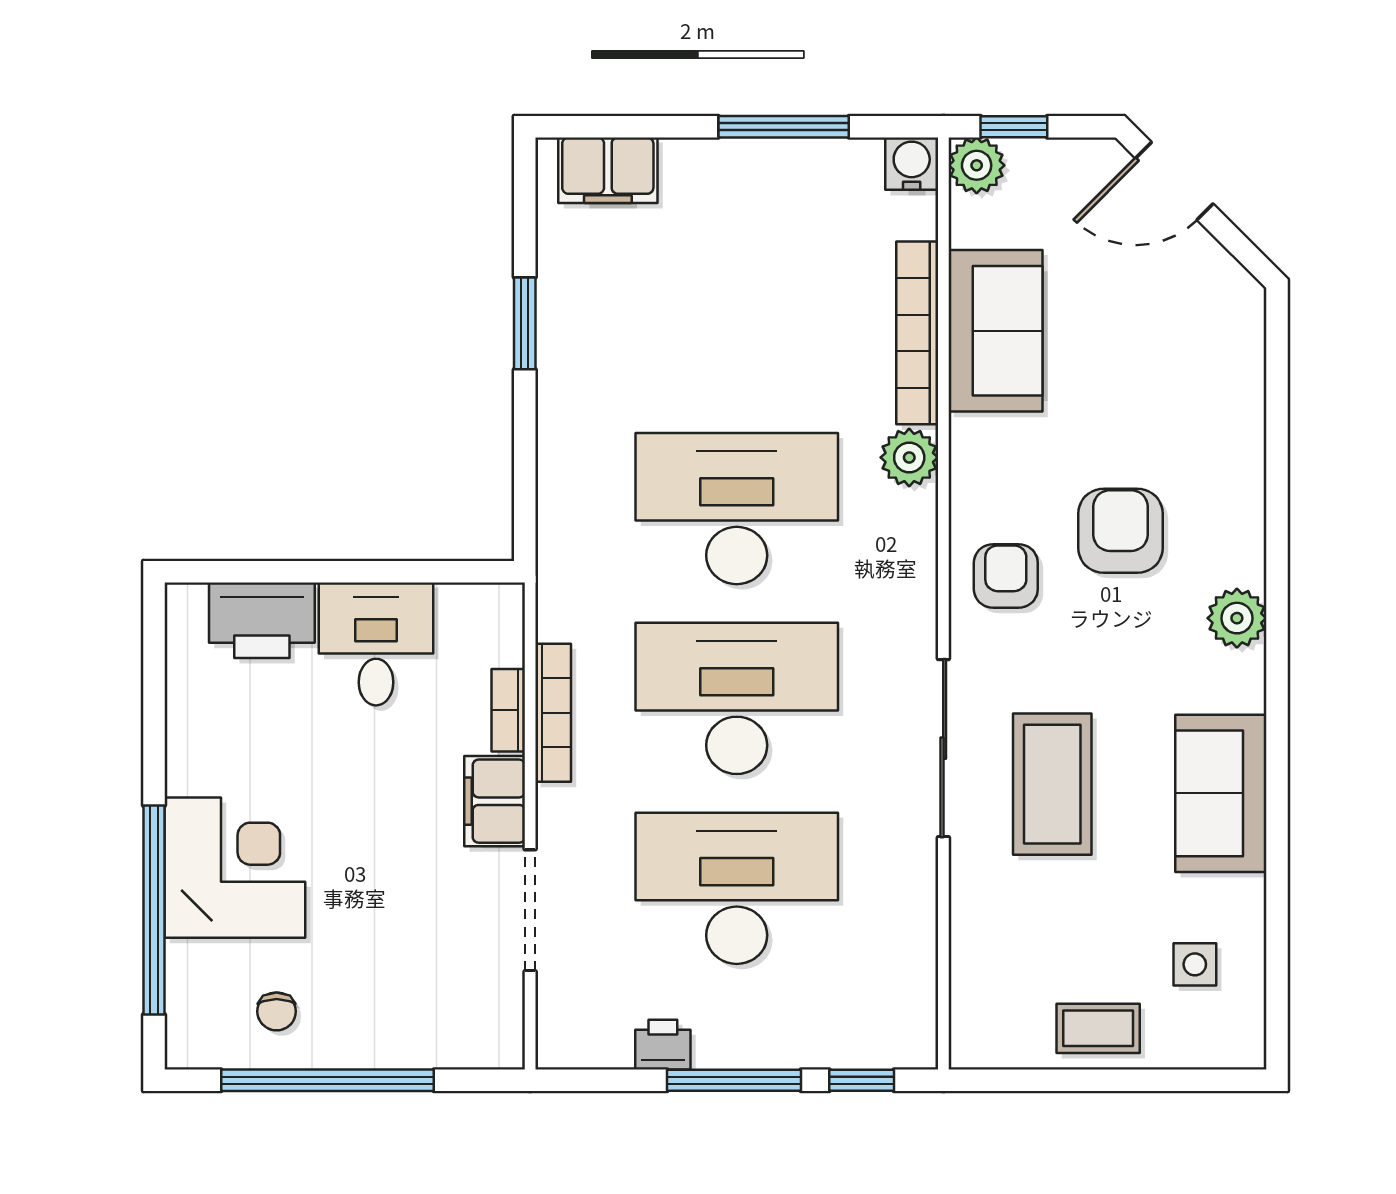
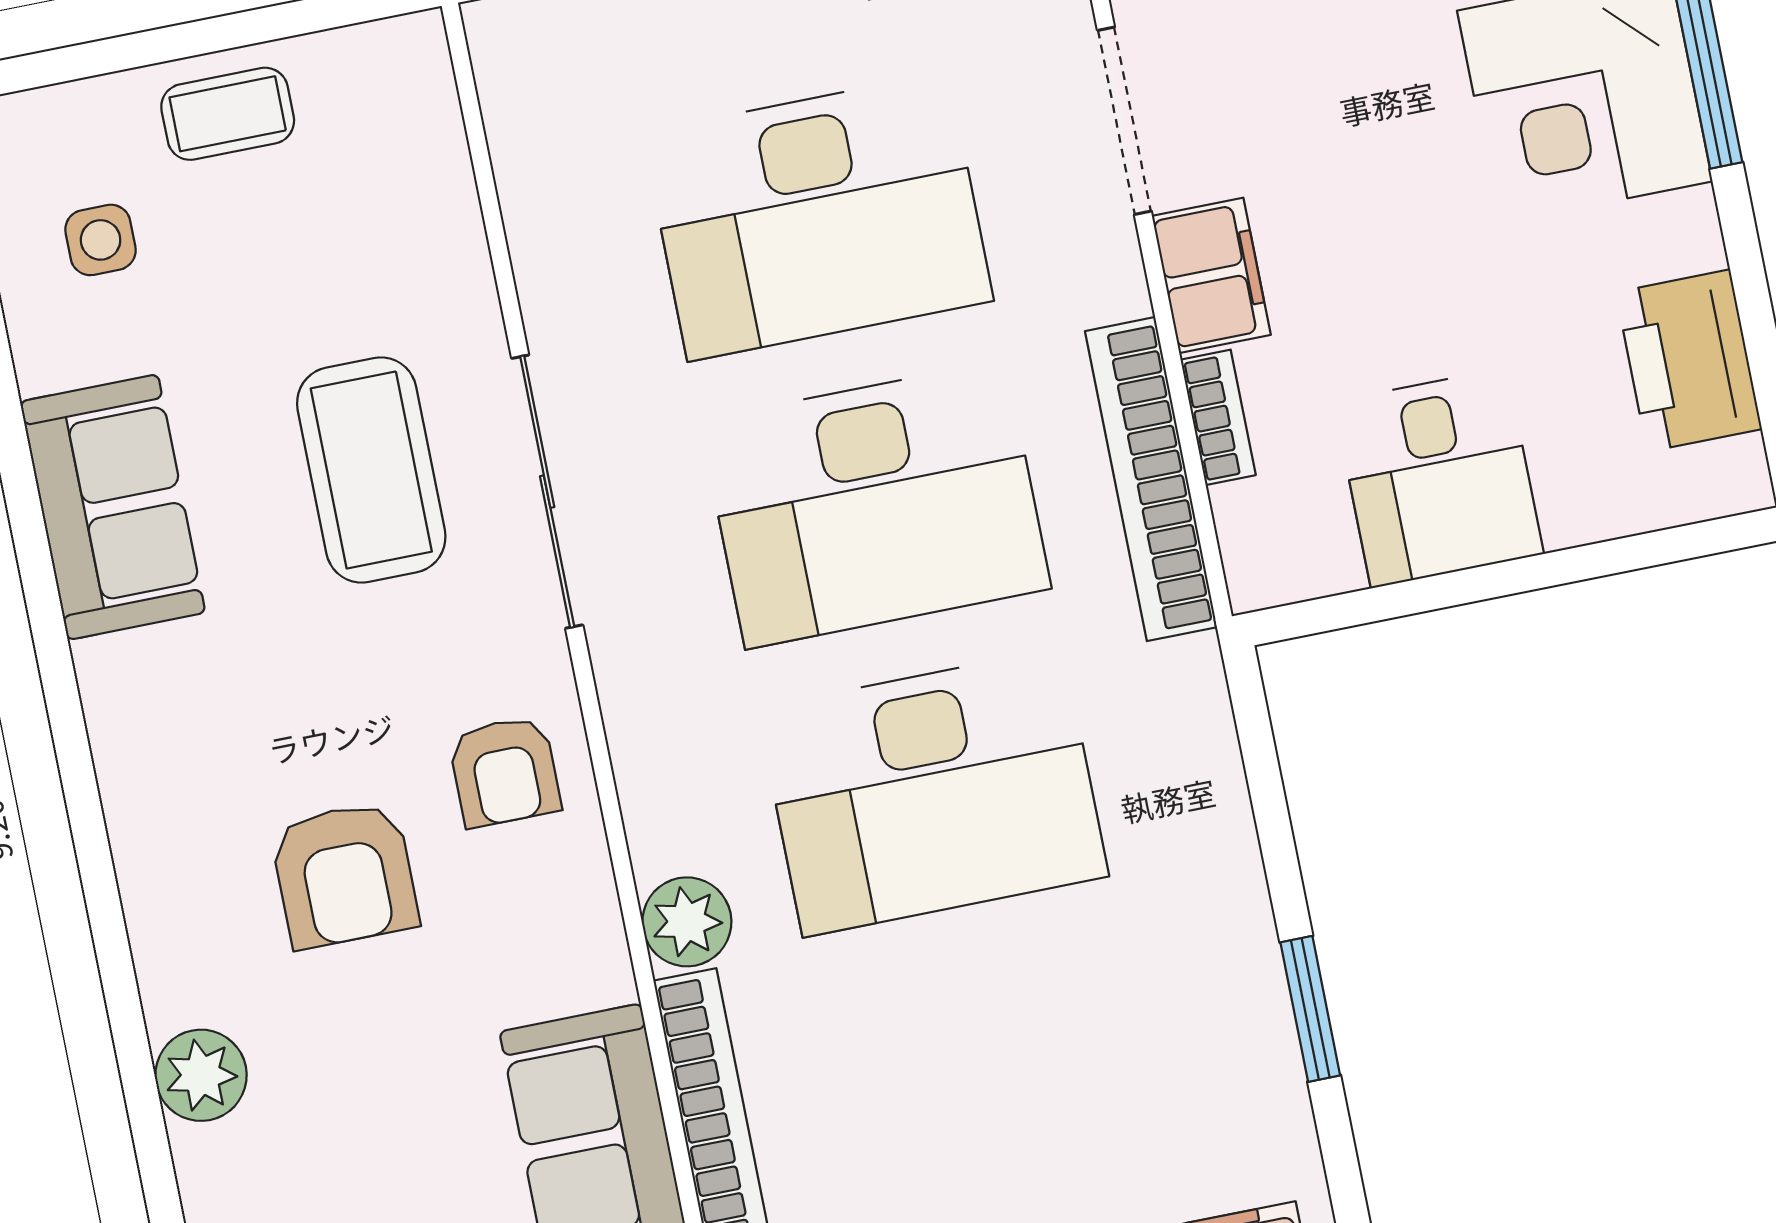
plant: (1237, 618) -> (201, 1075), moved
printer: (262, 620) -> (1689, 361), moved, turned -90
bookcase: (553, 713) -> (1151, 479), width x1.48, depth x1.31

